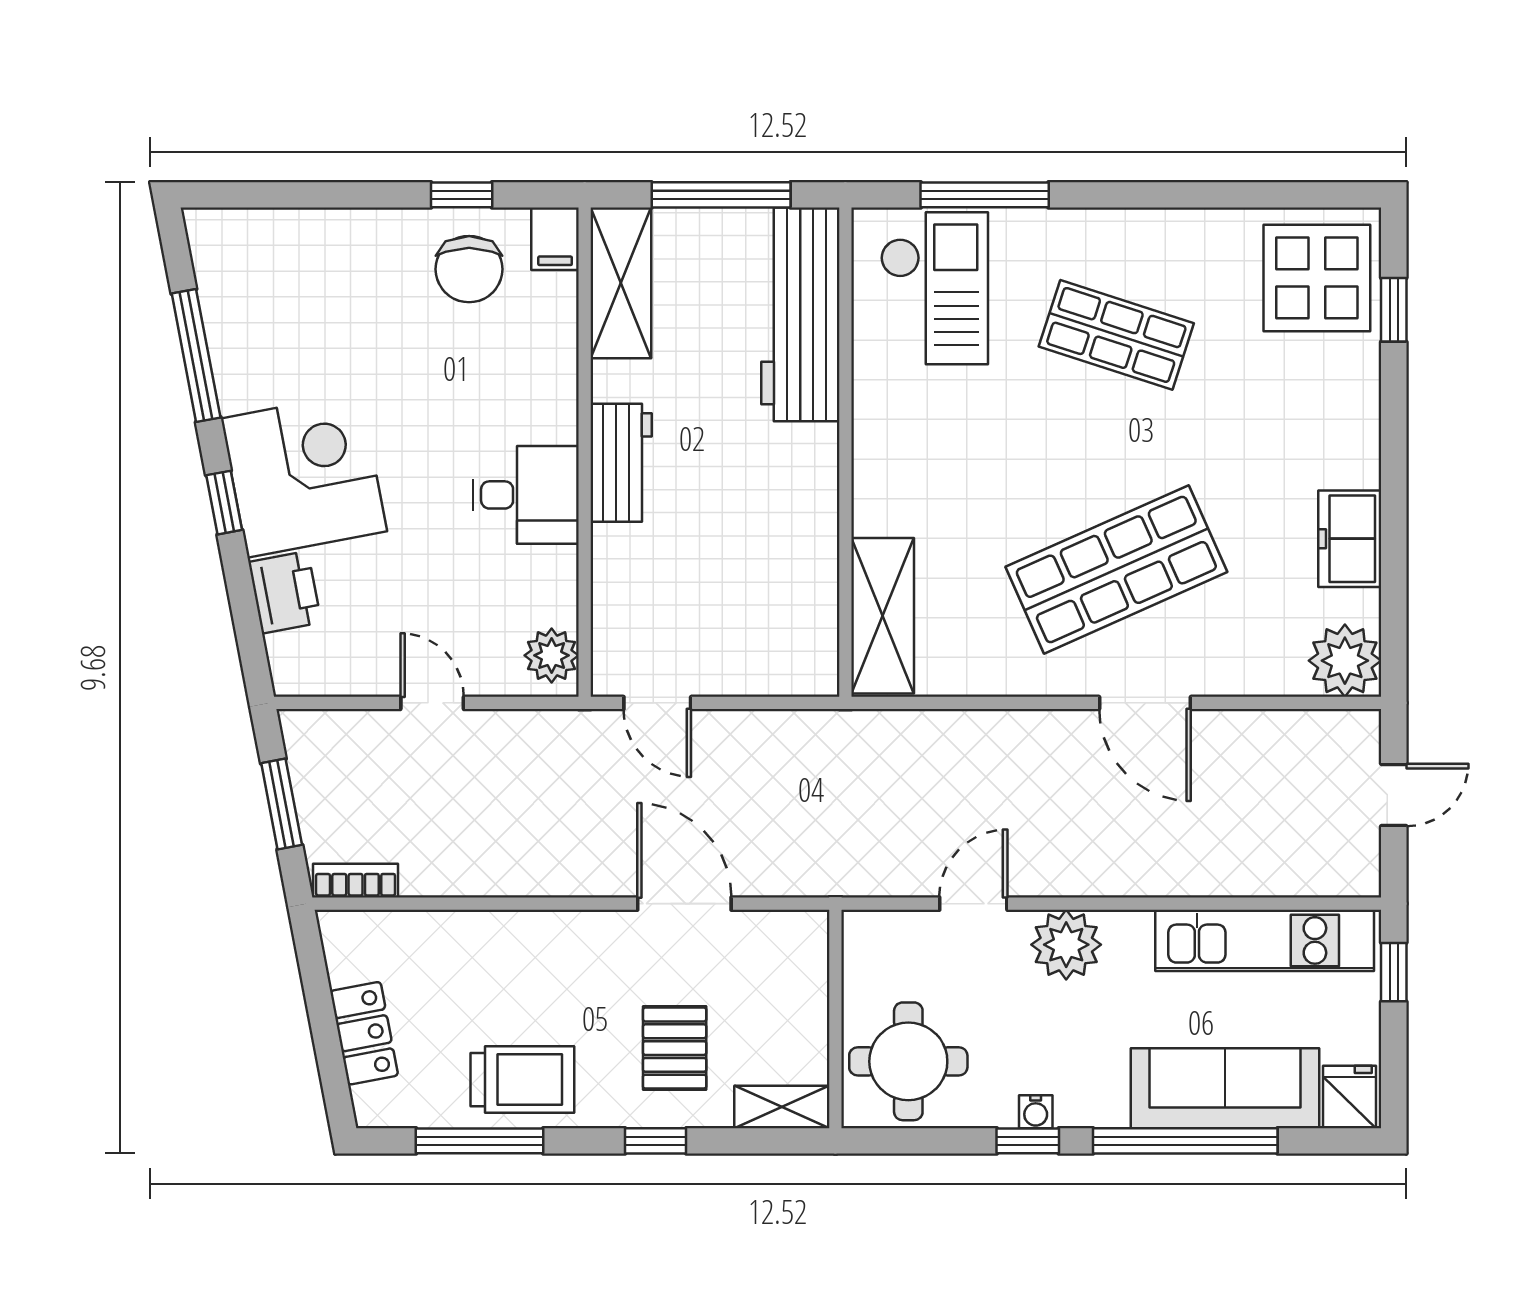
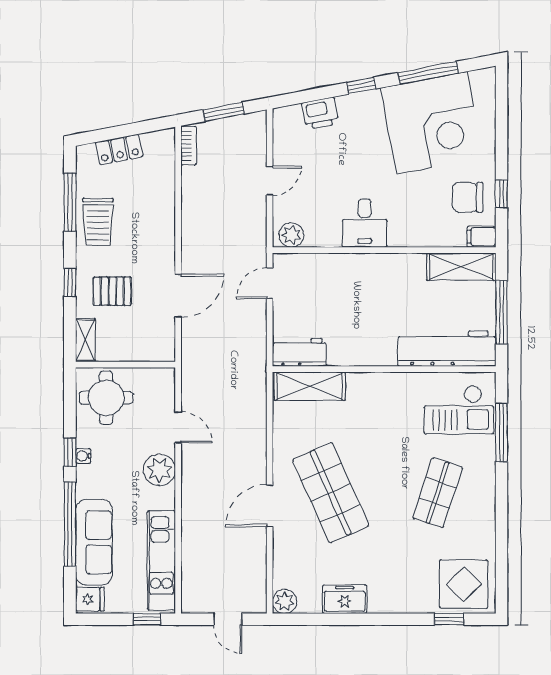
workbench: (621, 463) -> (299, 352), moved, turned 180
corner desk: (304, 475) -> (432, 123), moved, width x1.36, depth x1.36
plant: (1345, 661) -> (285, 601), width x0.73, depth x0.73

